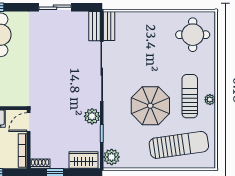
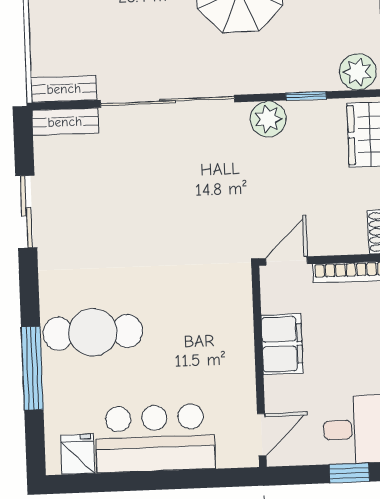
door: (29, 122) -> (287, 261), swing flipped

